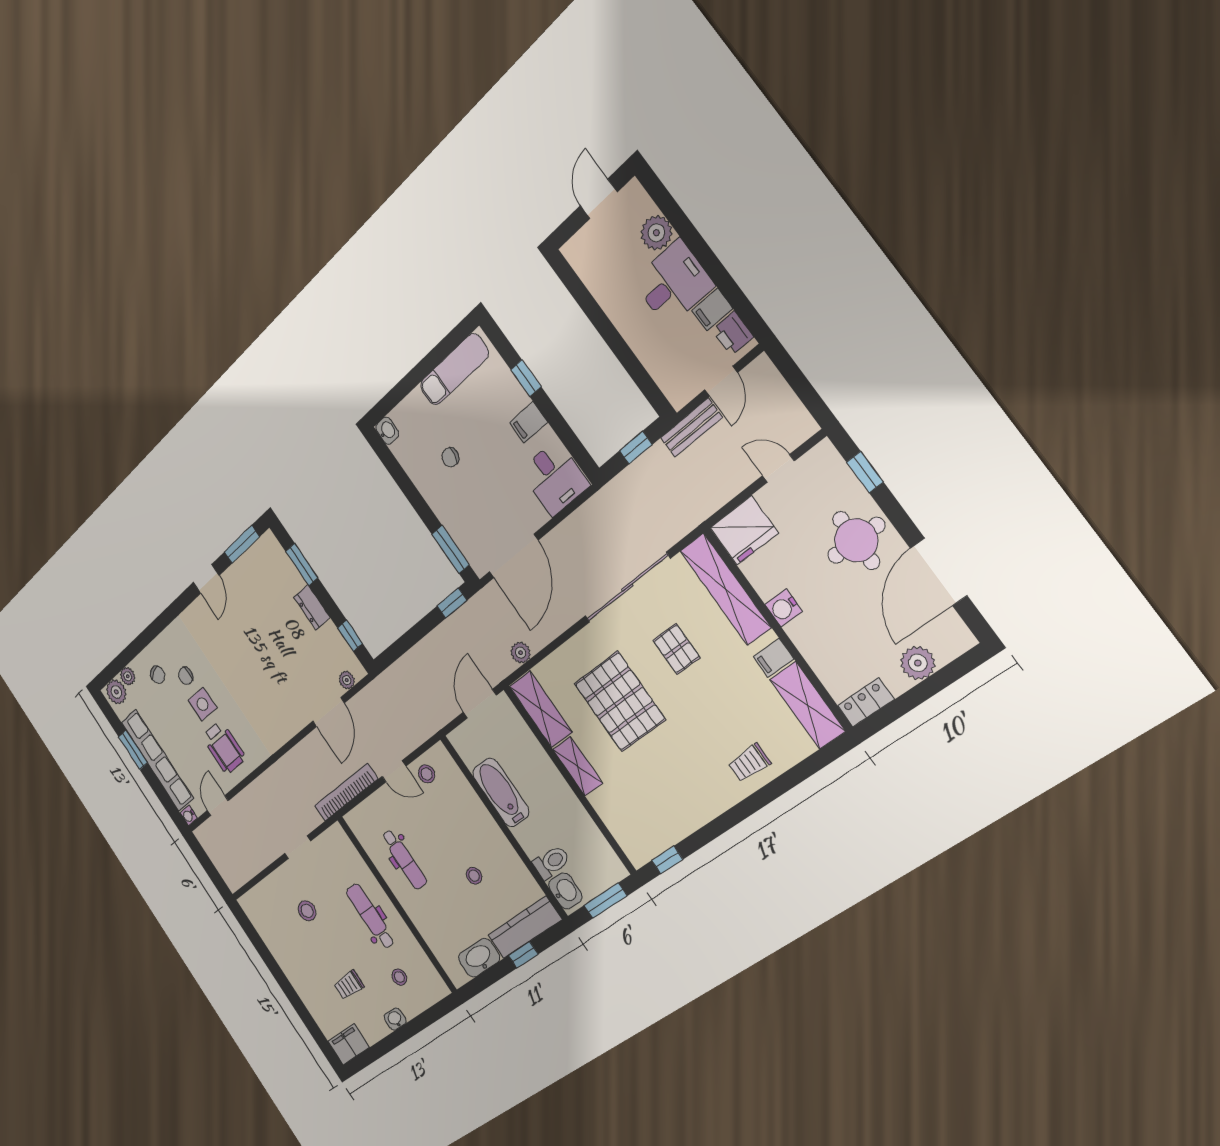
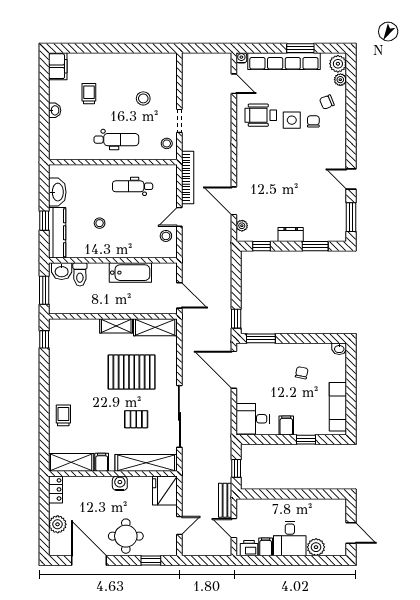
plant: (521, 653) -> (188, 338), removed
stool: (399, 977) -> (167, 143), moved

